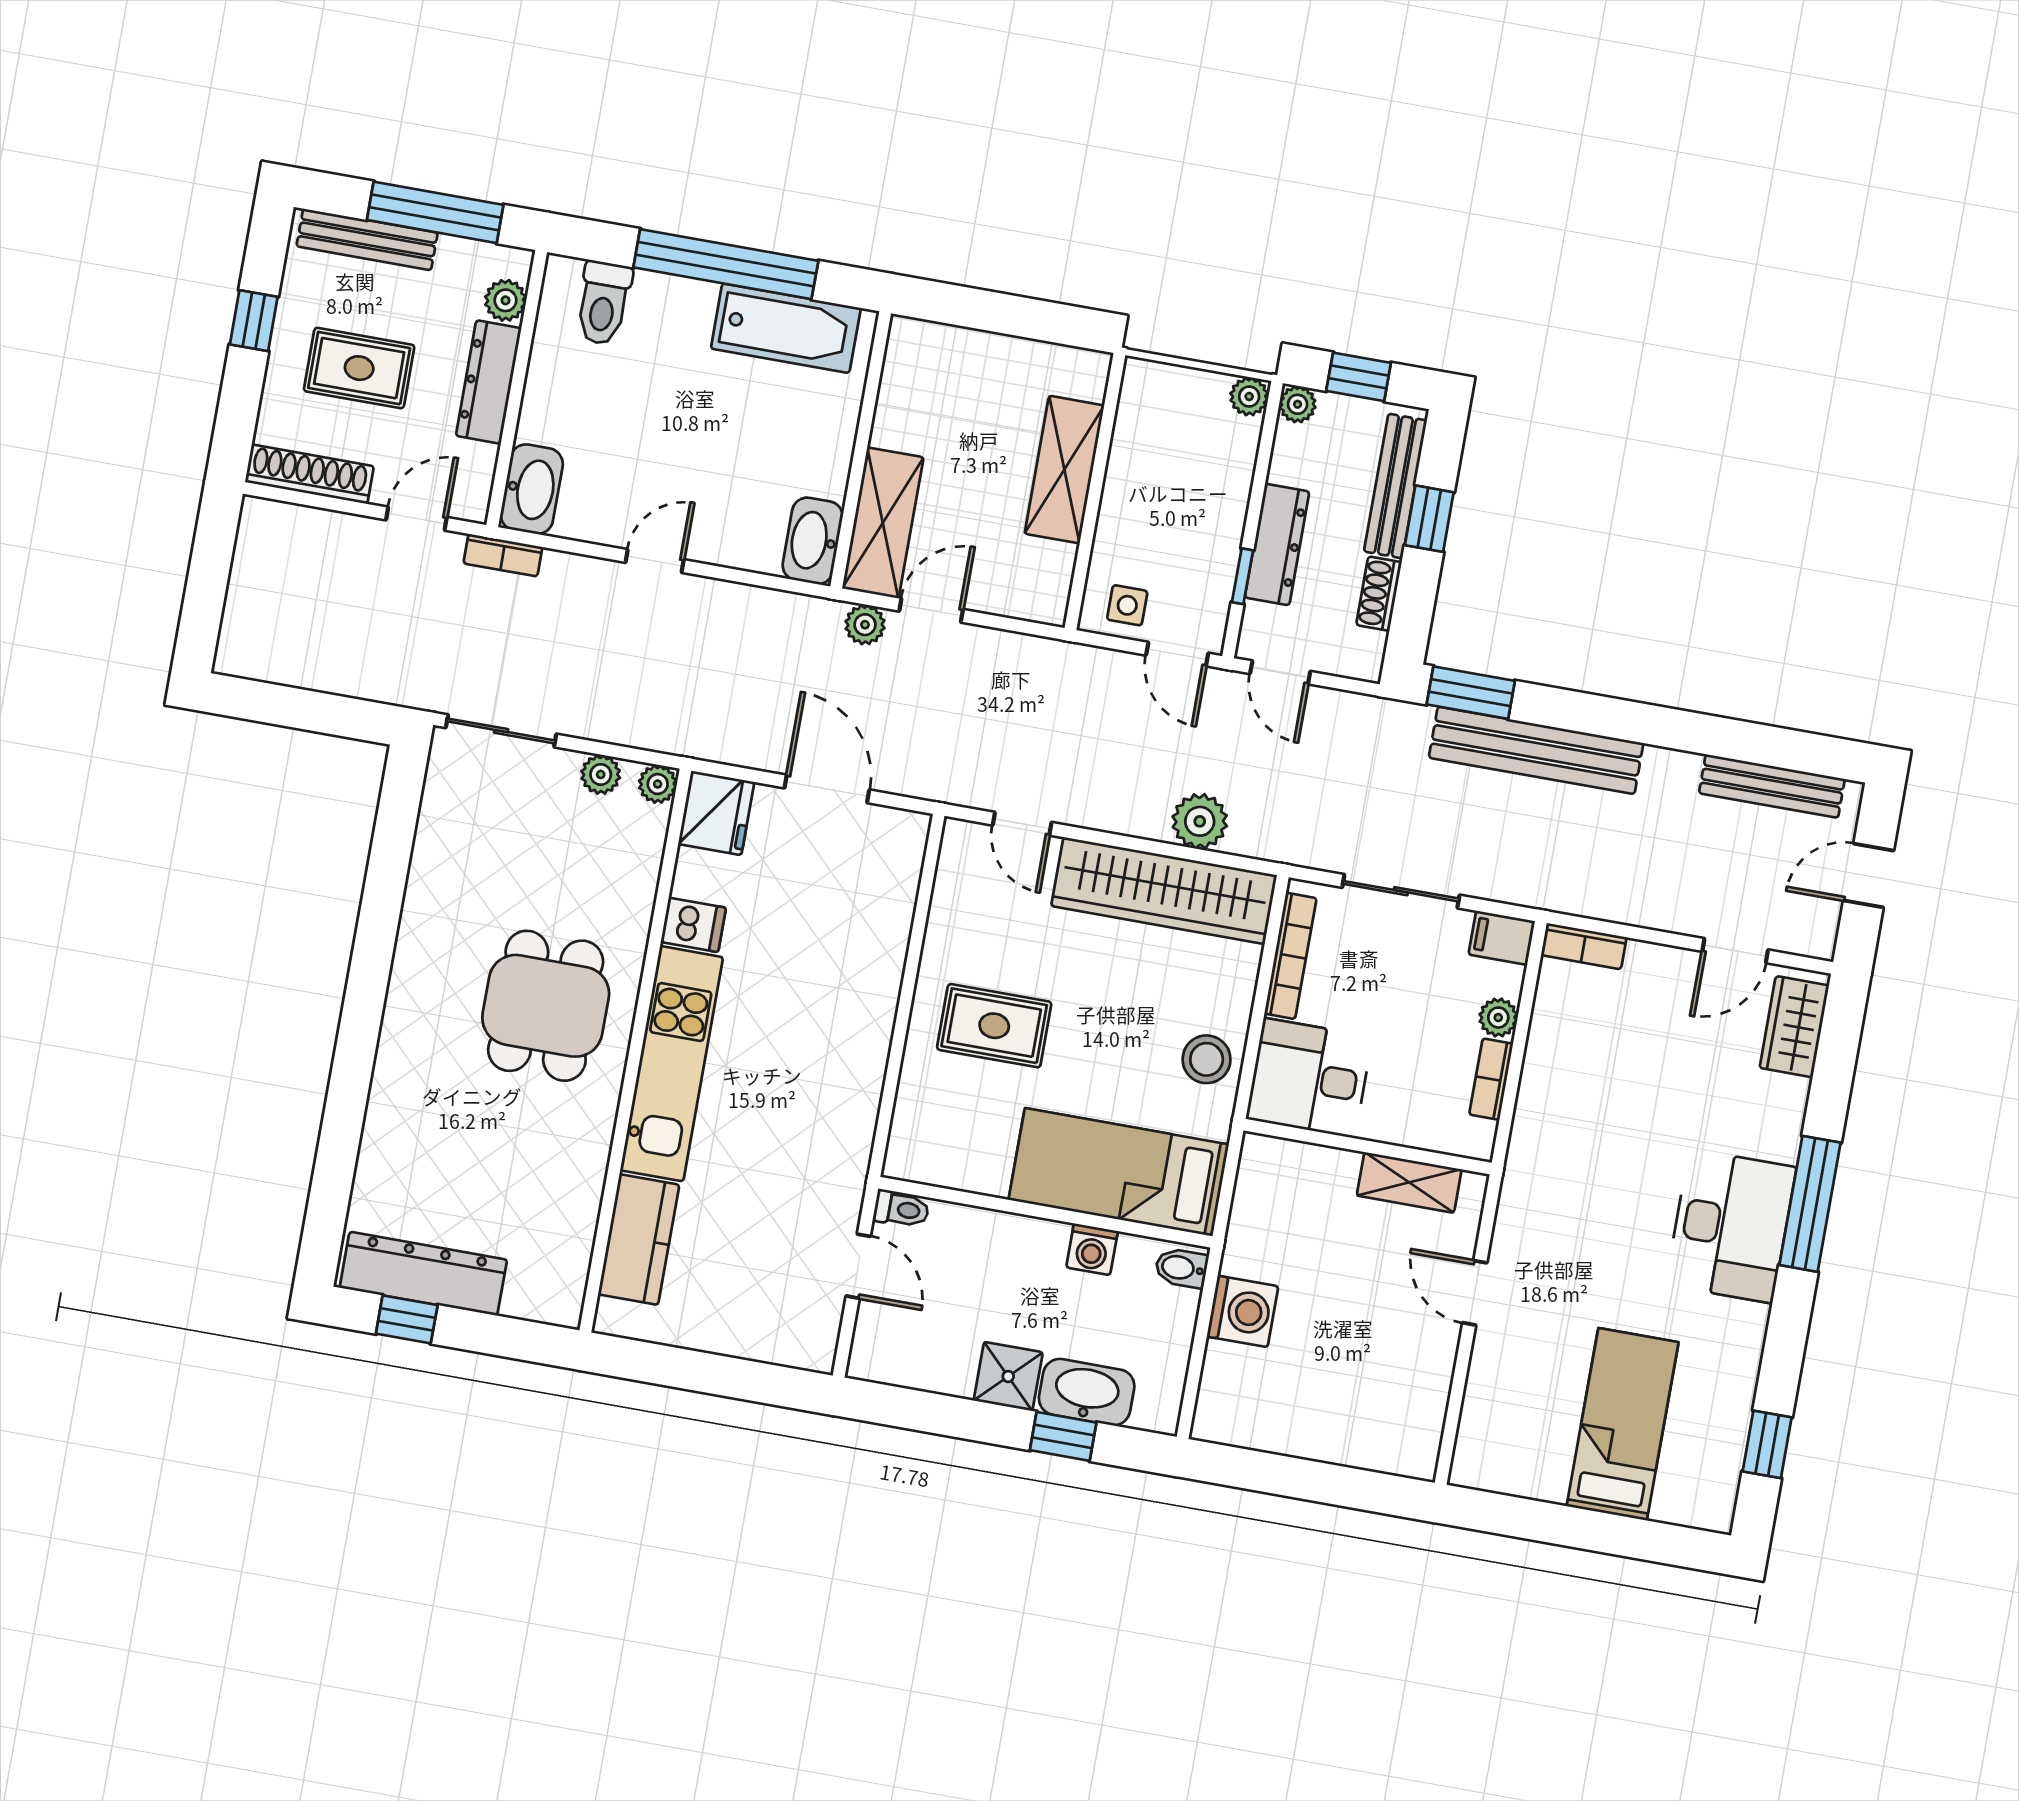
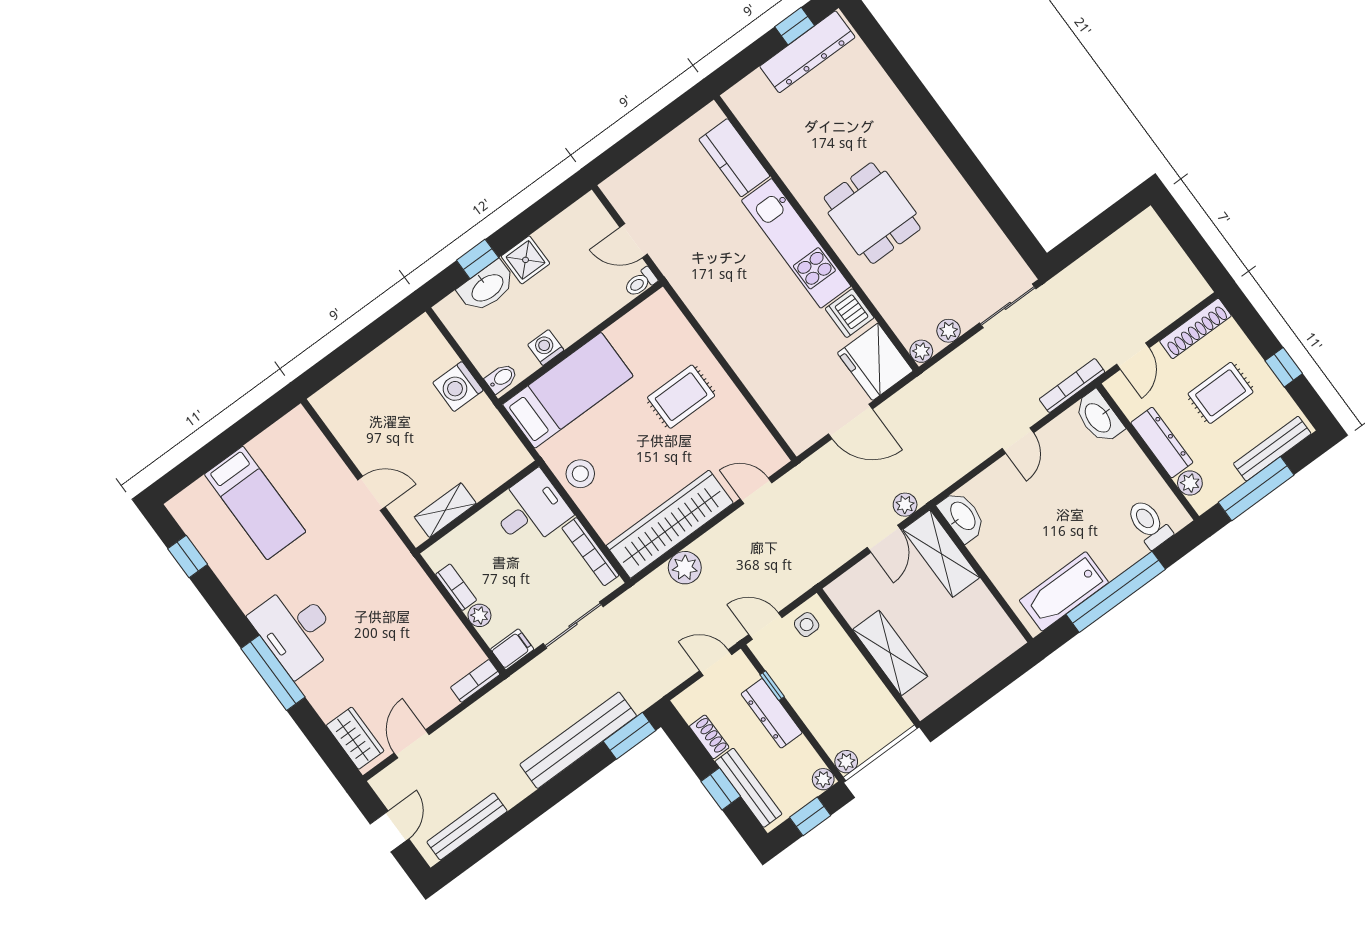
bookcase: (503, 555) -> (1072, 386), width x1.56
fridge: (716, 813) -> (875, 362), width x1.36, depth x1.34
dishwasher: (693, 925) -> (850, 313), width x1.38

